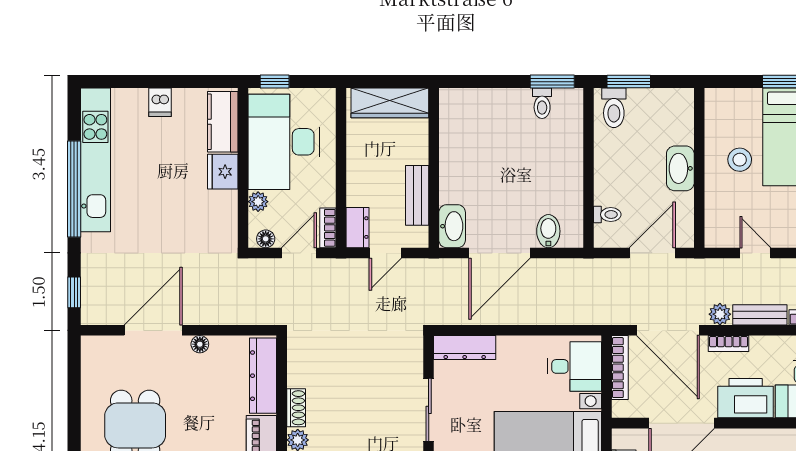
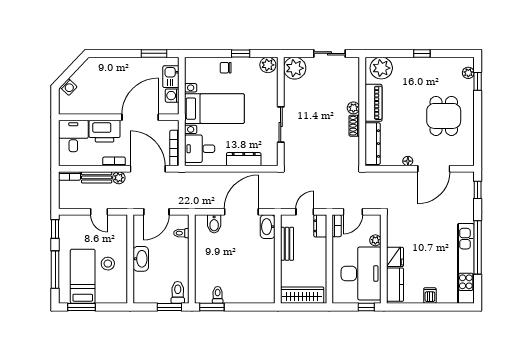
floor lamp: (266, 239) -> (371, 220), removed
dresser: (465, 348) -> (244, 159), moved

